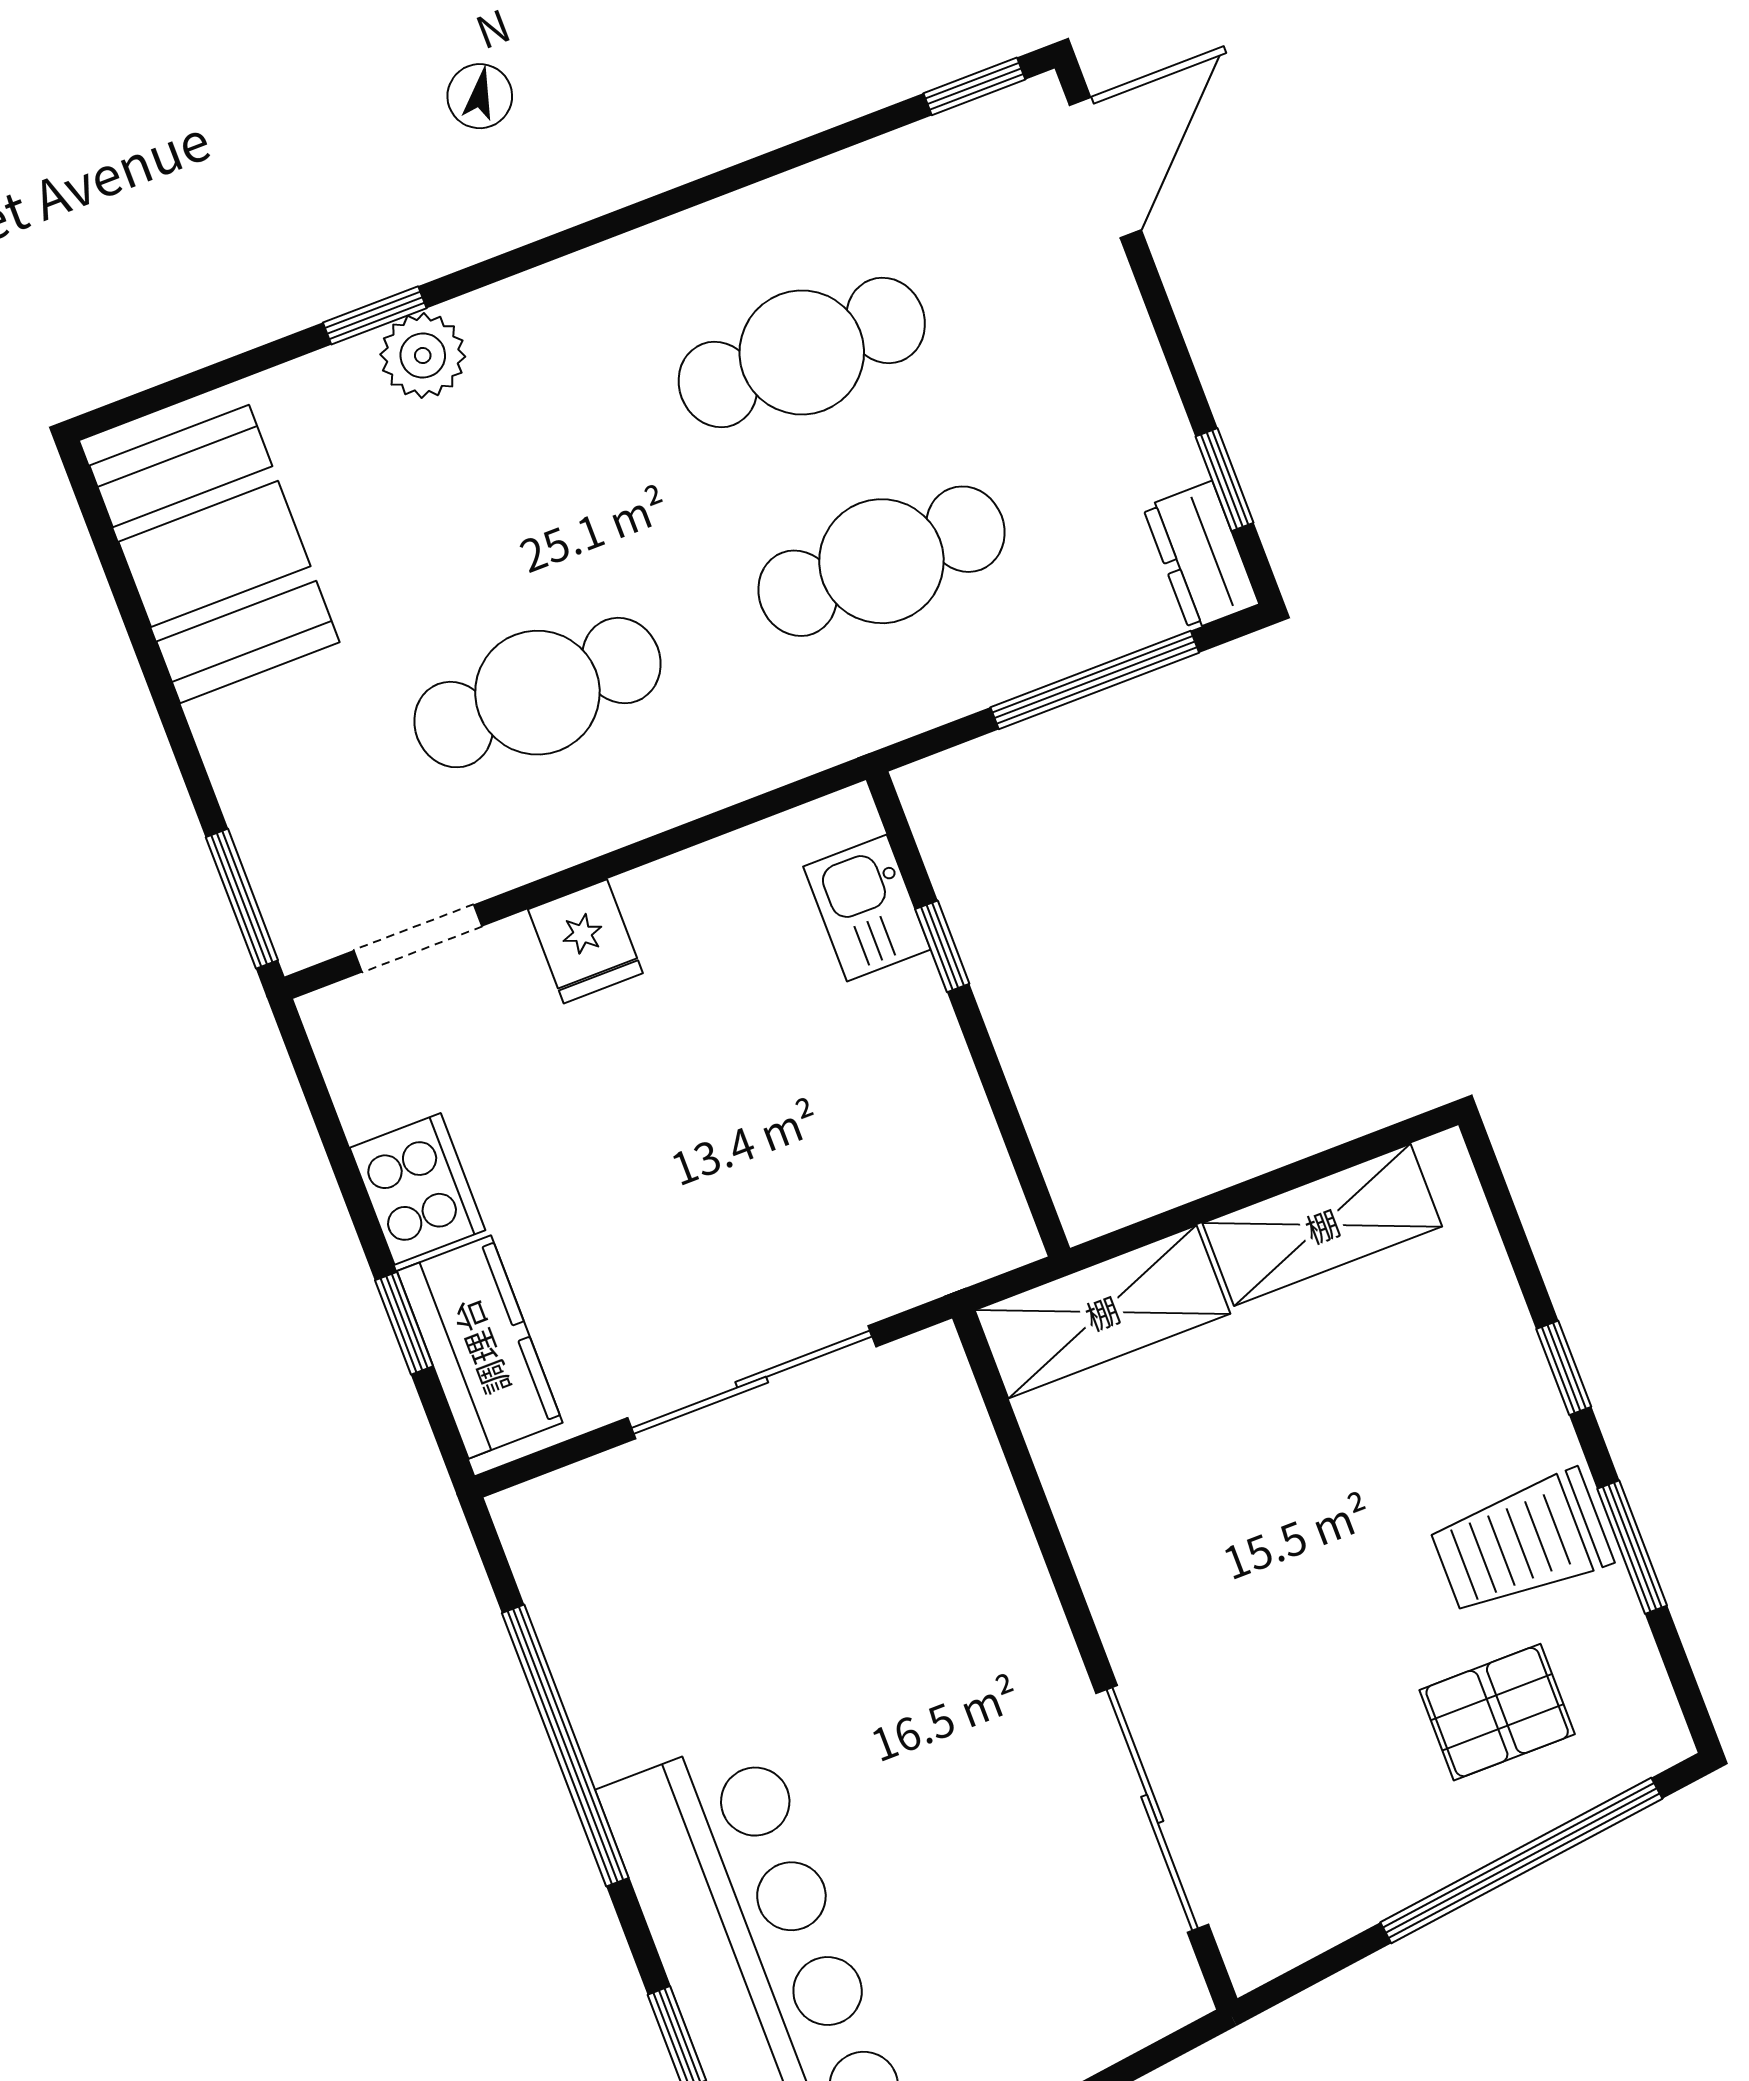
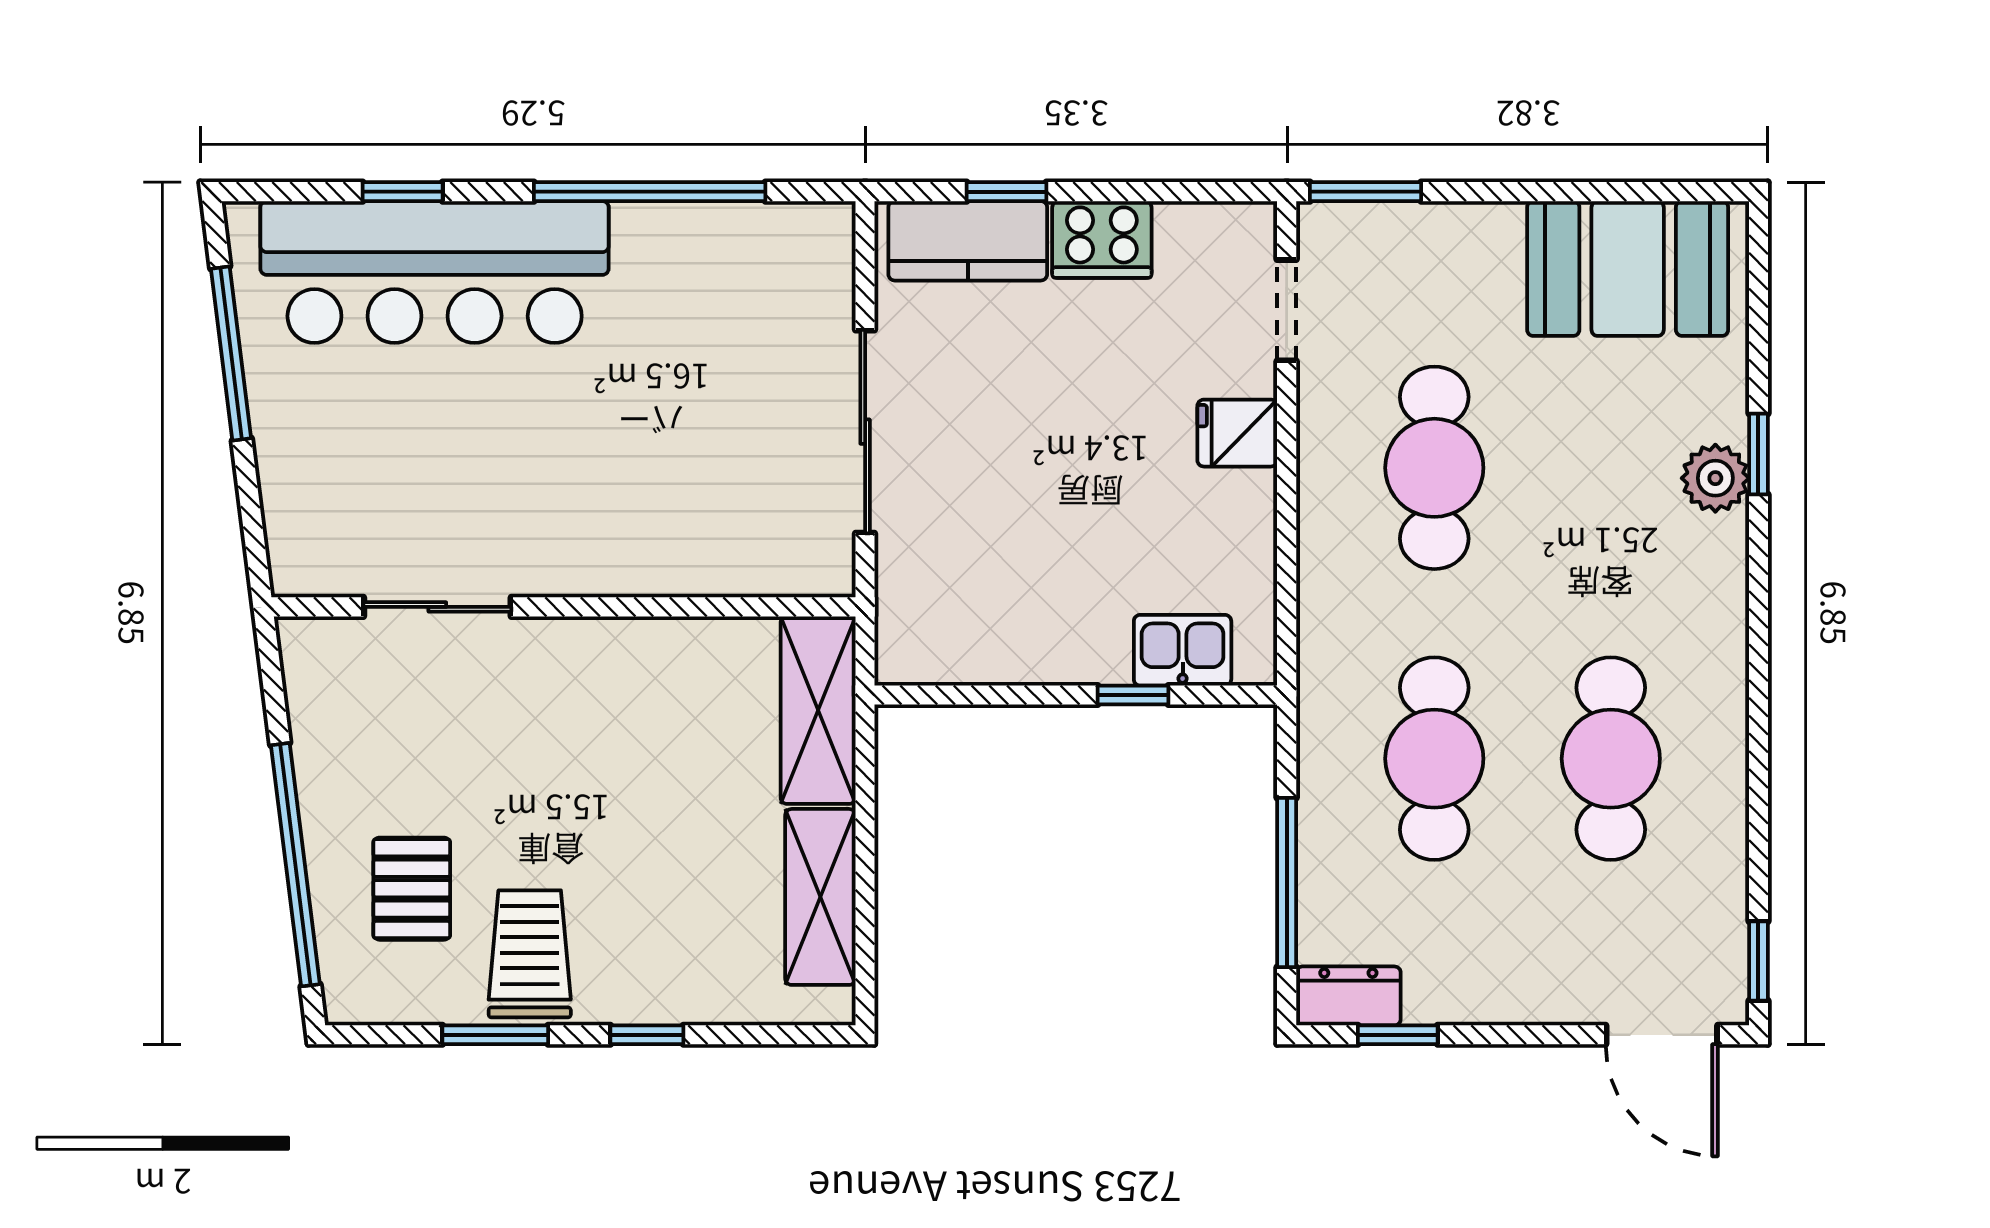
sliding door: (1152, 1809) -> (437, 607), width x0.73

